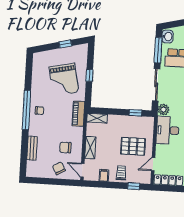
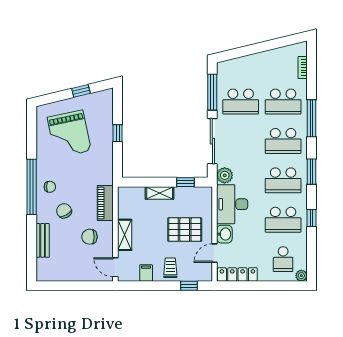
washbasin: (167, 36) -> (224, 234), moved
grand piano: (64, 80) -> (69, 134), moved
piano: (78, 114) -> (105, 203), moved
shelving: (97, 118) -> (160, 193), moved
chair: (59, 168) -> (64, 211), moved

